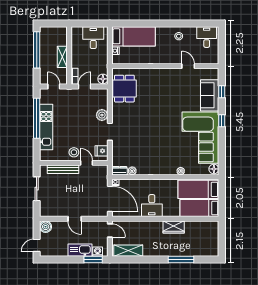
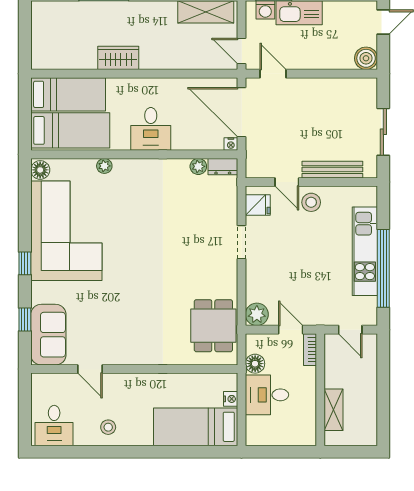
desk: (93, 38) -> (267, 395), moved, turned 90
window: (37, 50) -> (383, 401), removed
shelving: (62, 57) -> (334, 410), moved
floor lamp: (103, 79) -> (255, 364), moved
door: (84, 87) -> (291, 330), swing flipped
sofa: (210, 95) -> (48, 335), moved
plant: (102, 115) -> (257, 314), moved
desk: (152, 206) -> (151, 129), moved, turned 180
door: (75, 219) -> (273, 74), moved

